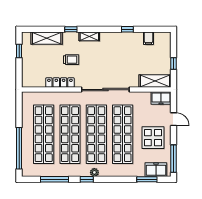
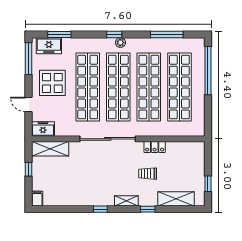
window: (127, 29) -> (100, 209), moved
filing cabinet: (149, 38) -> (37, 199), moved
locker: (60, 83) -> (155, 147), width x0.66
window: (87, 179) -> (114, 35), moved

